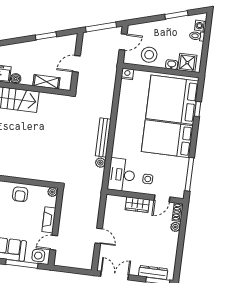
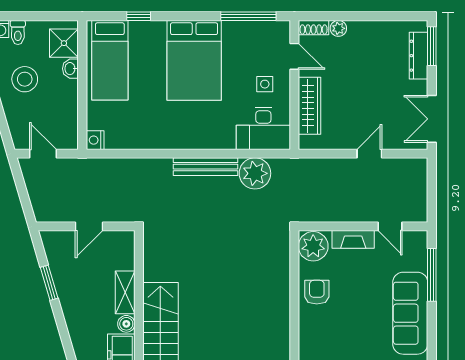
window: (101, 27) -> (23, 193), removed
stool: (149, 55) -> (25, 79), moved
door: (76, 64) -> (89, 226), hinge flipped
shelving: (46, 82) -> (125, 292), moved
bed: (172, 100) -> (110, 60), width x0.49
plant: (100, 163) -> (255, 173), width x1.87, depth x1.87
plant: (52, 192) -> (313, 246), width x1.87, depth x1.87
armchair: (20, 194) -> (317, 292), turned -90
wardrobe: (137, 205) -> (309, 106), width x1.50
side table: (38, 256) -> (415, 249), removed

